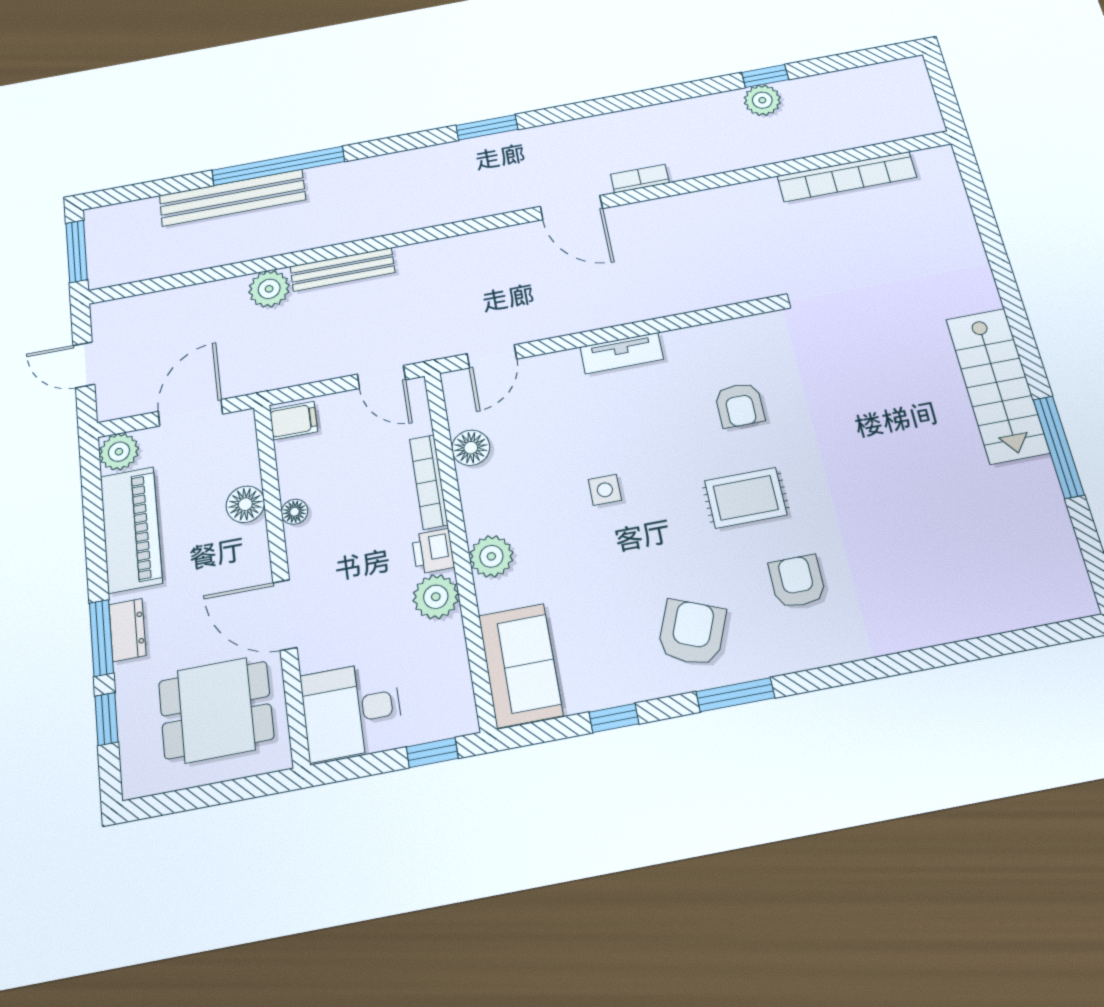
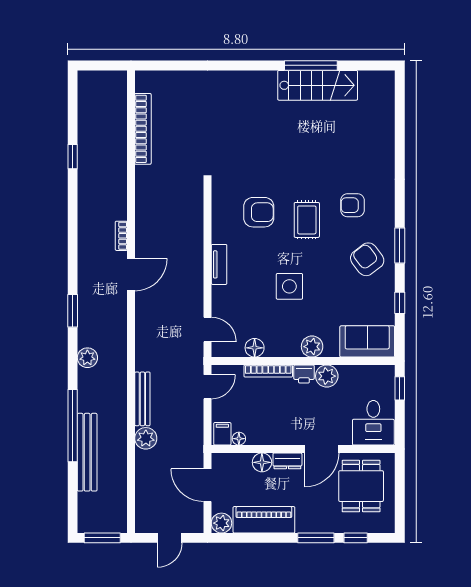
plant: (762, 100) -> (87, 358), moved
stairs: (997, 385) -> (318, 85), moved
armchair: (740, 405) -> (259, 212), width x1.38, depth x1.38
side table: (605, 490) -> (289, 286), width x1.87, depth x1.87
floor lamp: (294, 512) -> (239, 439), moved
dresser: (127, 630) -> (287, 461), moved, turned 180
armchair: (692, 632) -> (367, 259), turned 31

